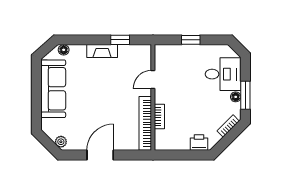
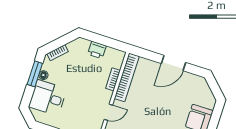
plant: (61, 142) -> (203, 85), removed
printer: (199, 143) -> (97, 50), moved

